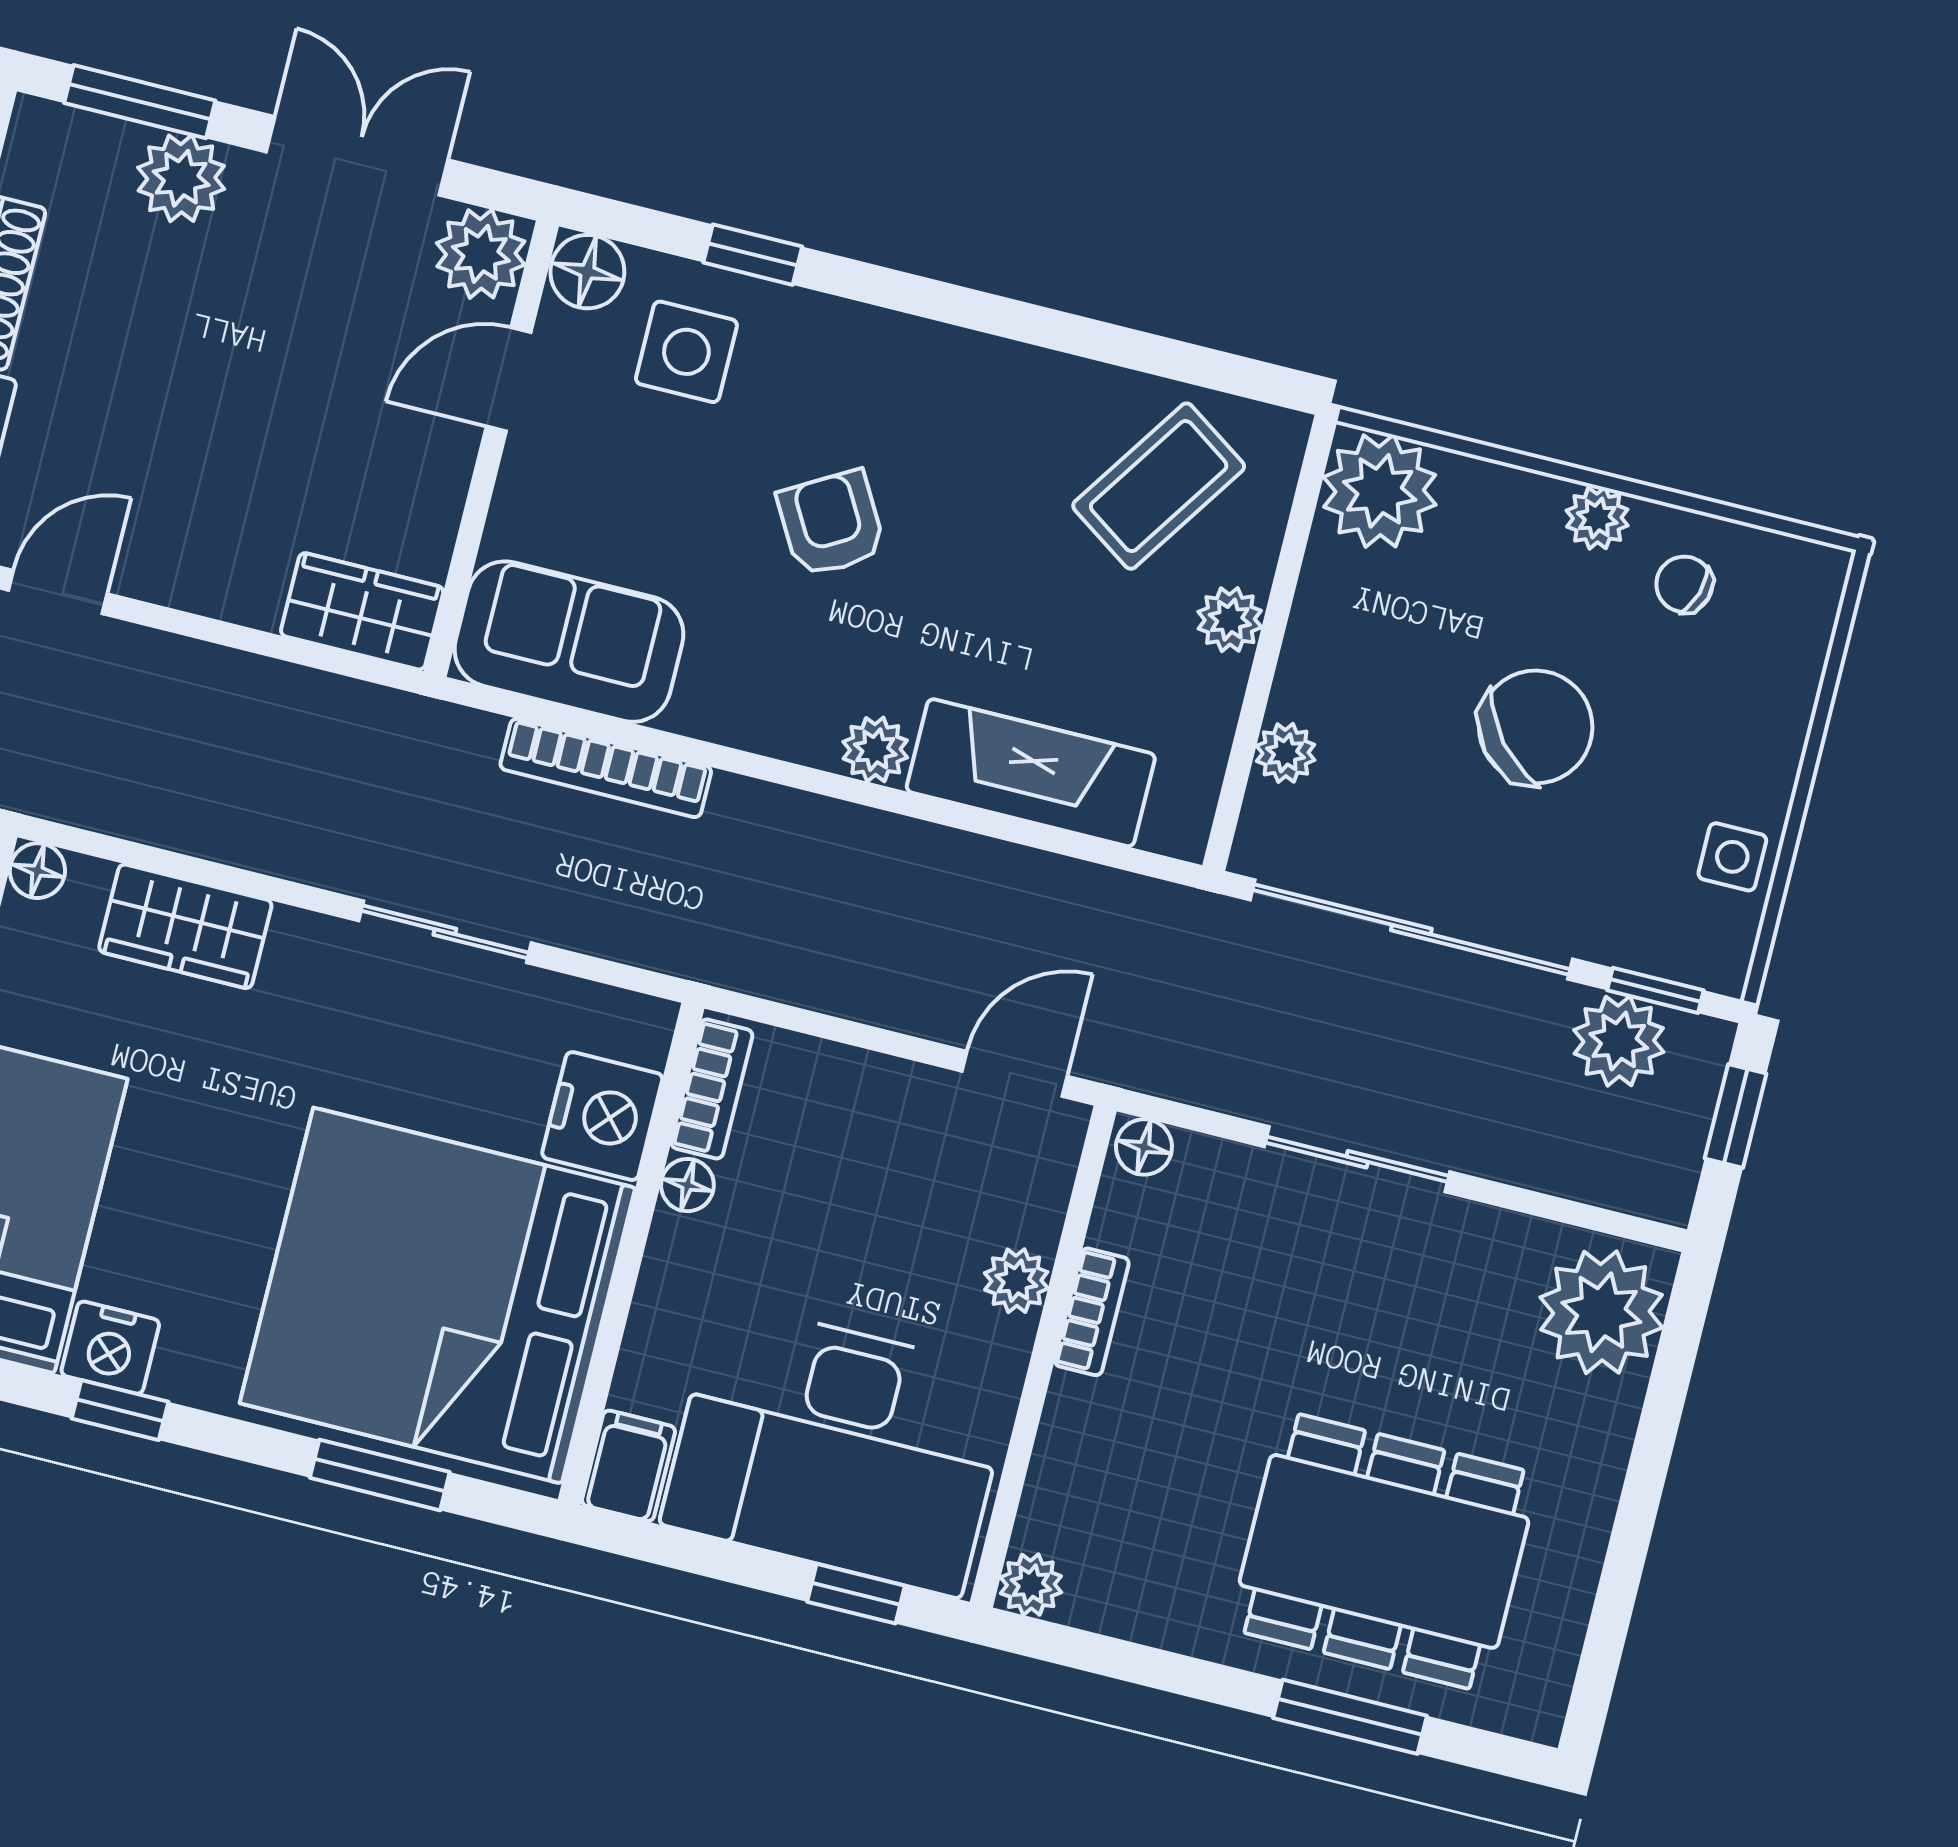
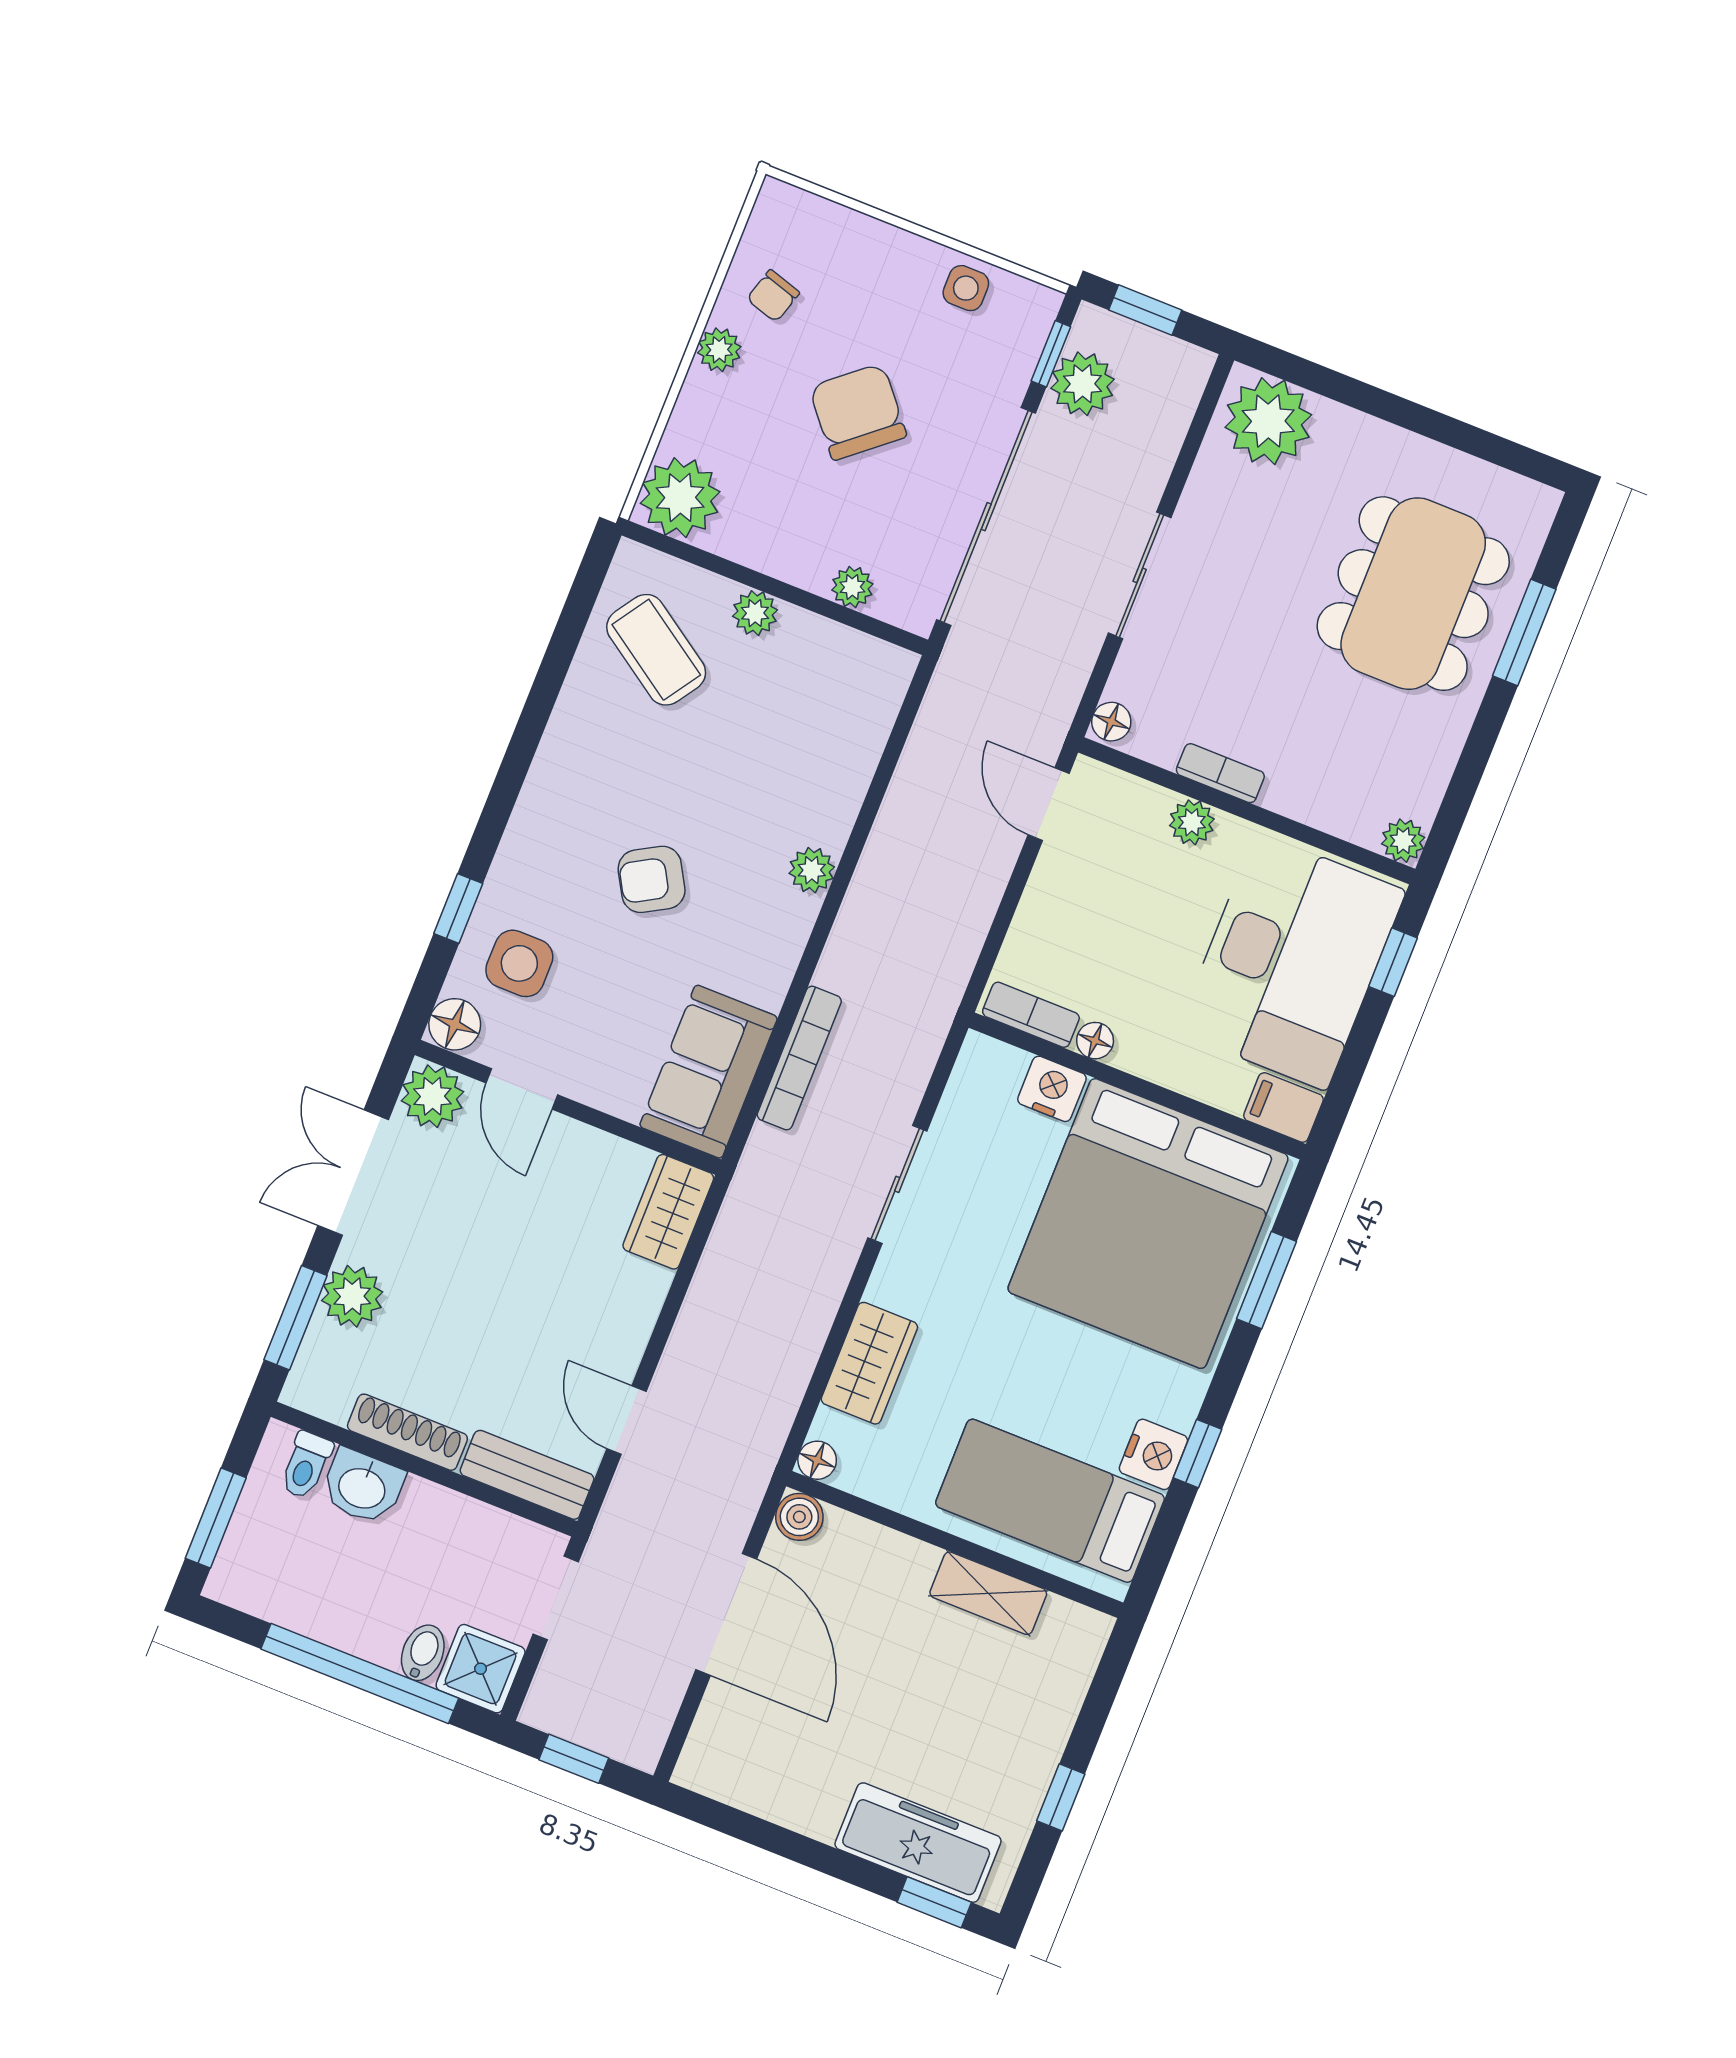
fireplace: (1031, 773) -> (842, 765), removed
nightstand: (602, 1116) -> (1052, 1089), width x0.74, depth x0.75

